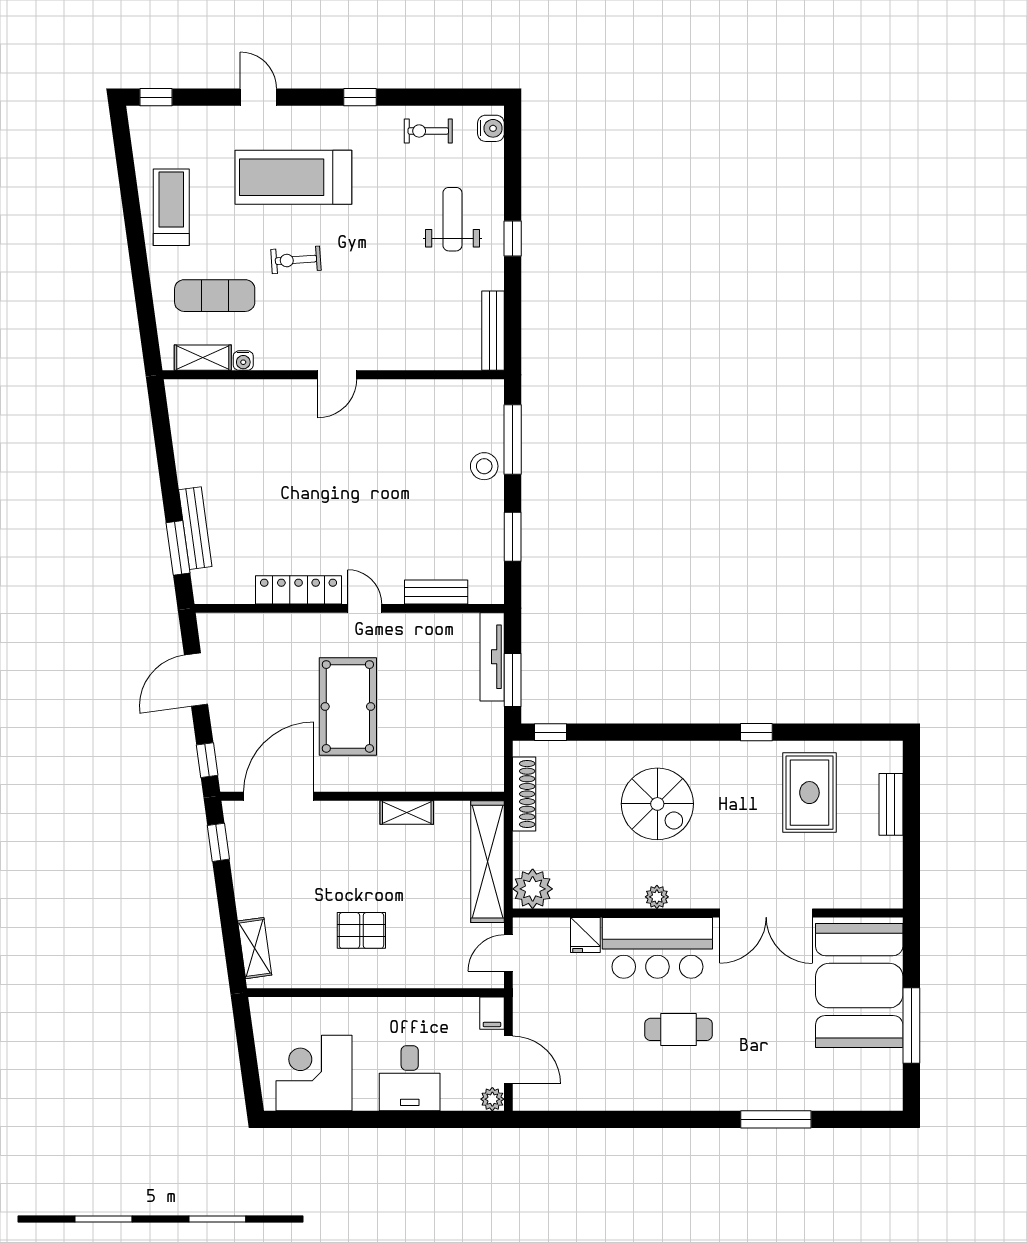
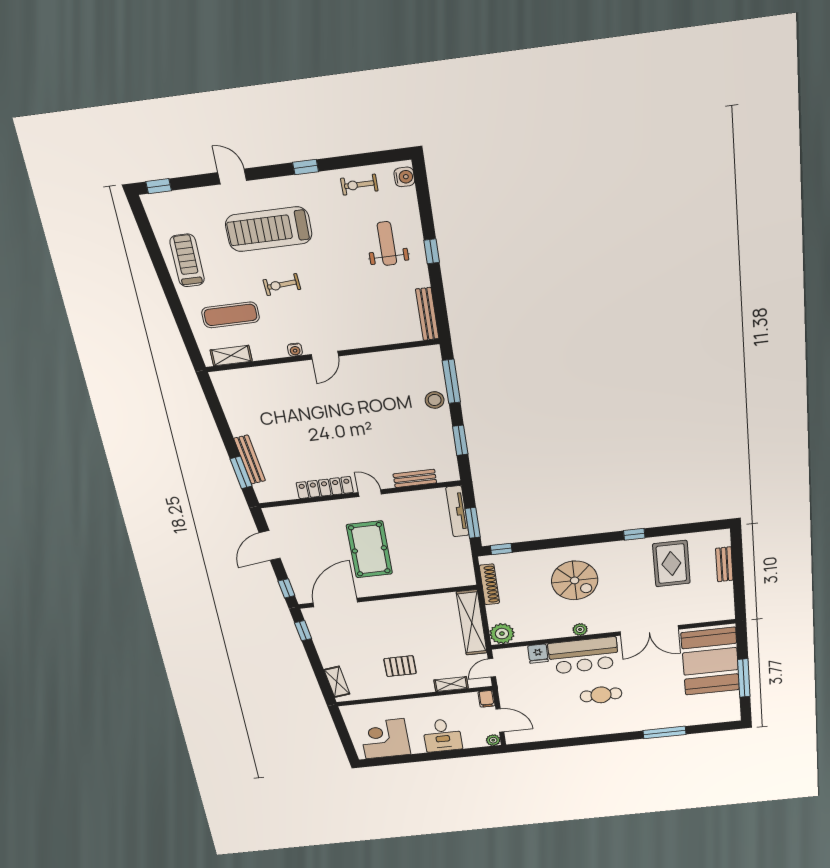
water cooler: (243, 361) -> (295, 350), moved
shelving: (407, 812) -> (451, 684), moved

